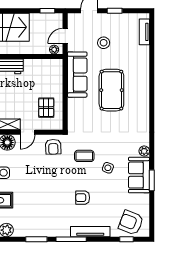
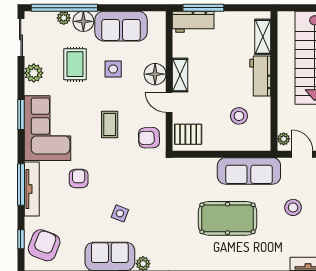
stool: (37, 82) -> (239, 116), added
pallet: (46, 108) -> (188, 134), moved
coffee table: (84, 156) -> (110, 124), moved
corner sofa: (46, 220) -> (47, 128), added
window: (71, 239) -> (21, 184), moved

